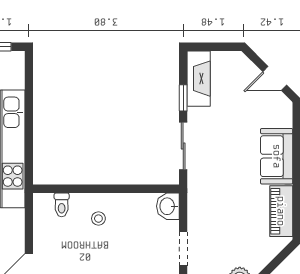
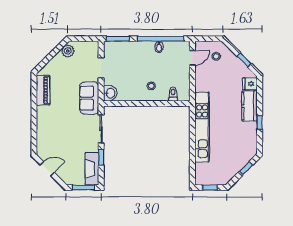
window: (213, 47) -> (83, 188), added
sofa: (277, 156) -> (89, 98), moved, turned 180

